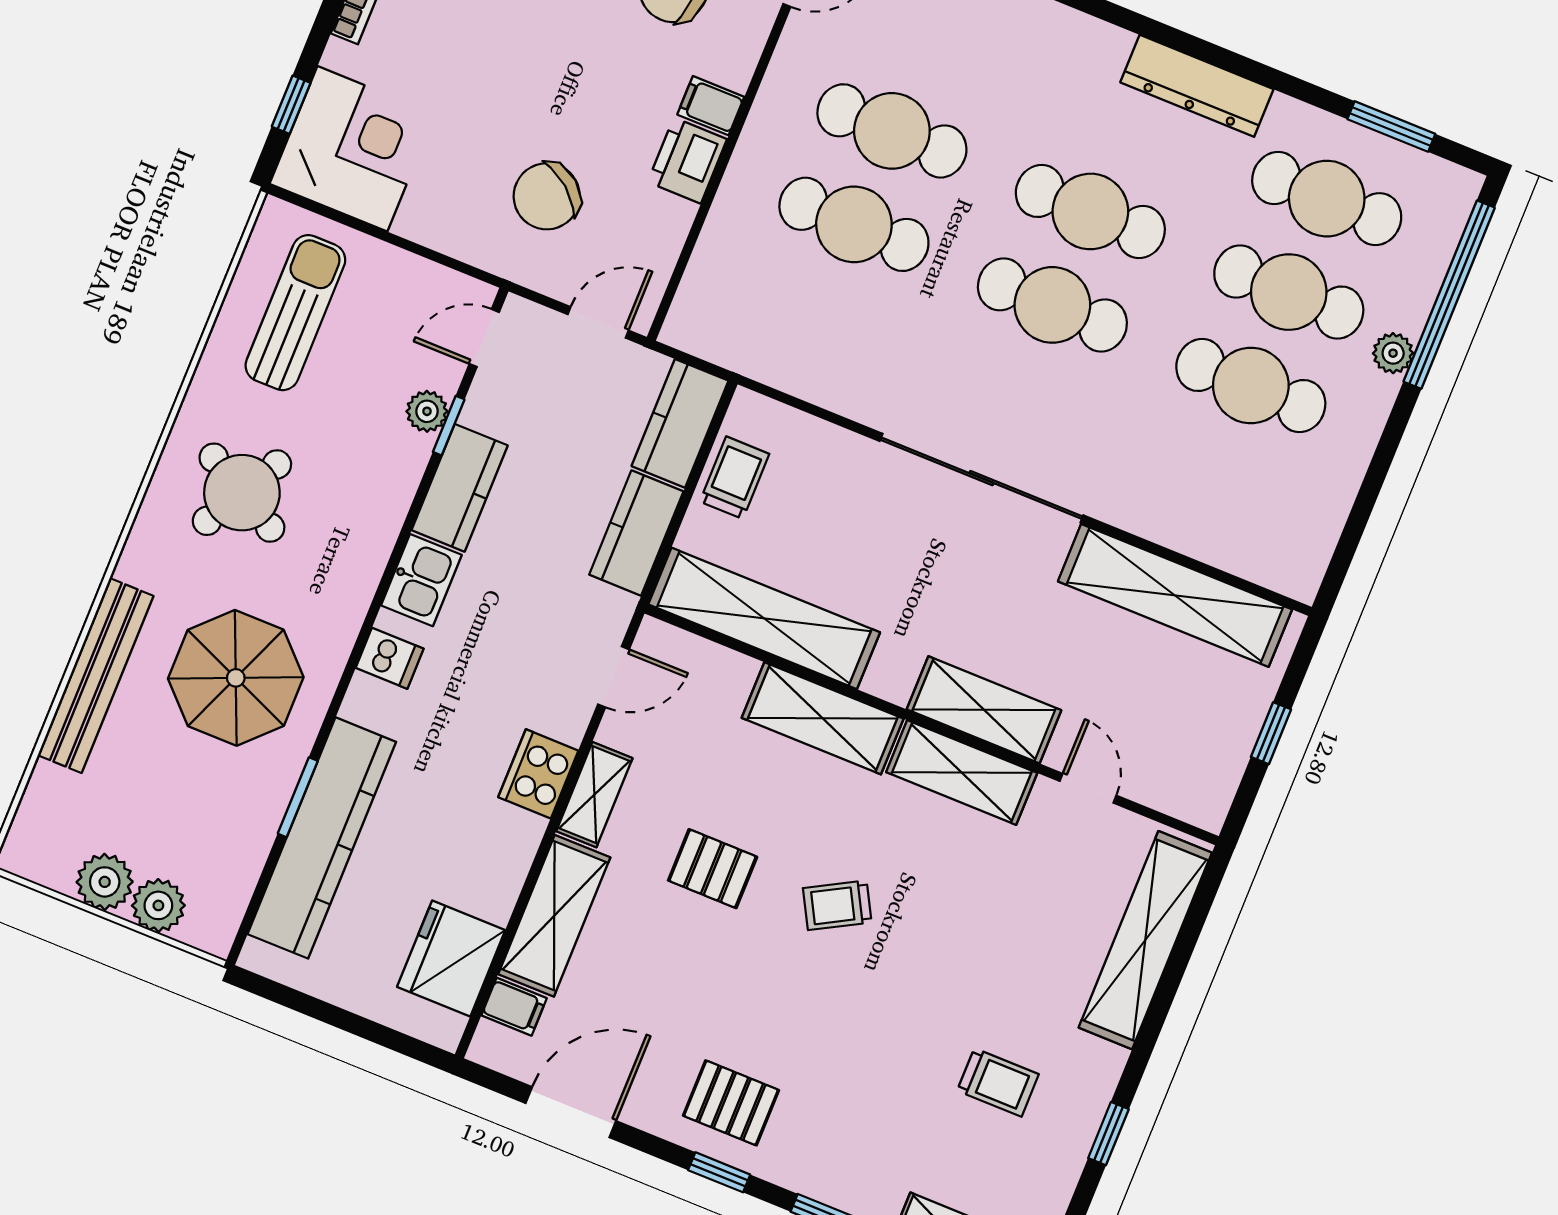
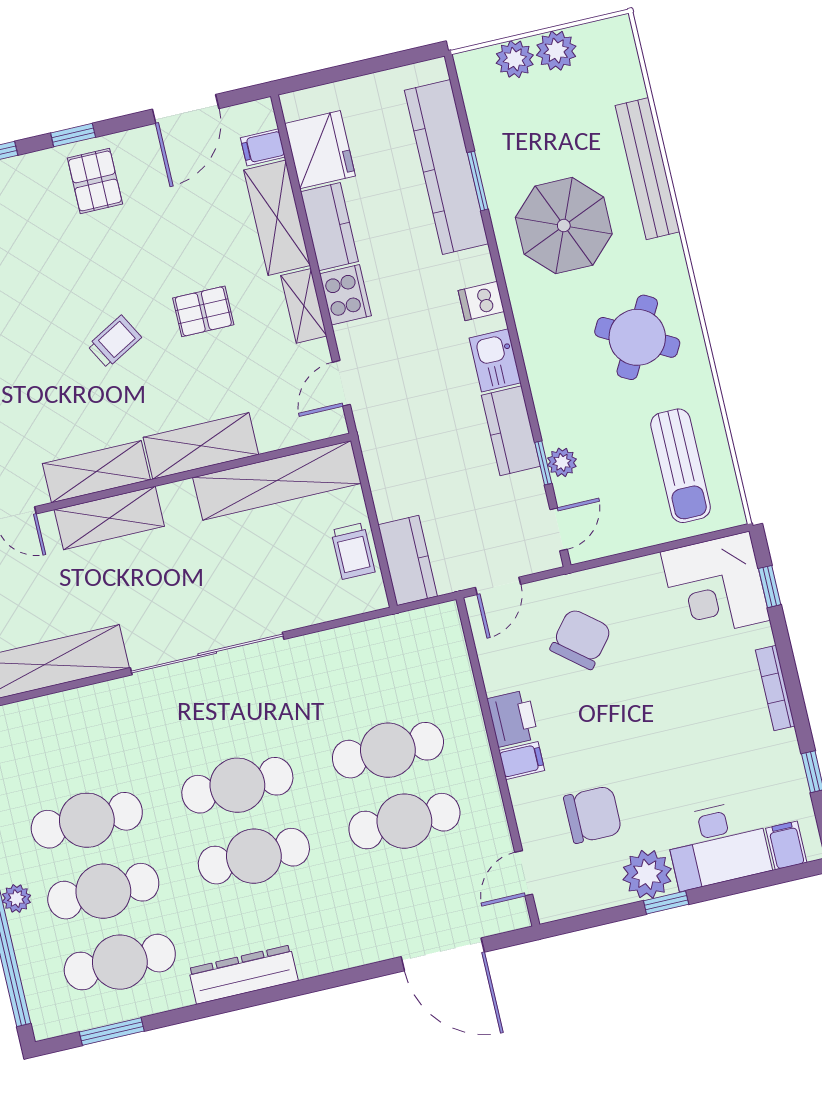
kitchen counter: (636, 533) -> (329, 227), moved
pallet: (731, 1103) -> (95, 181), turned 90

